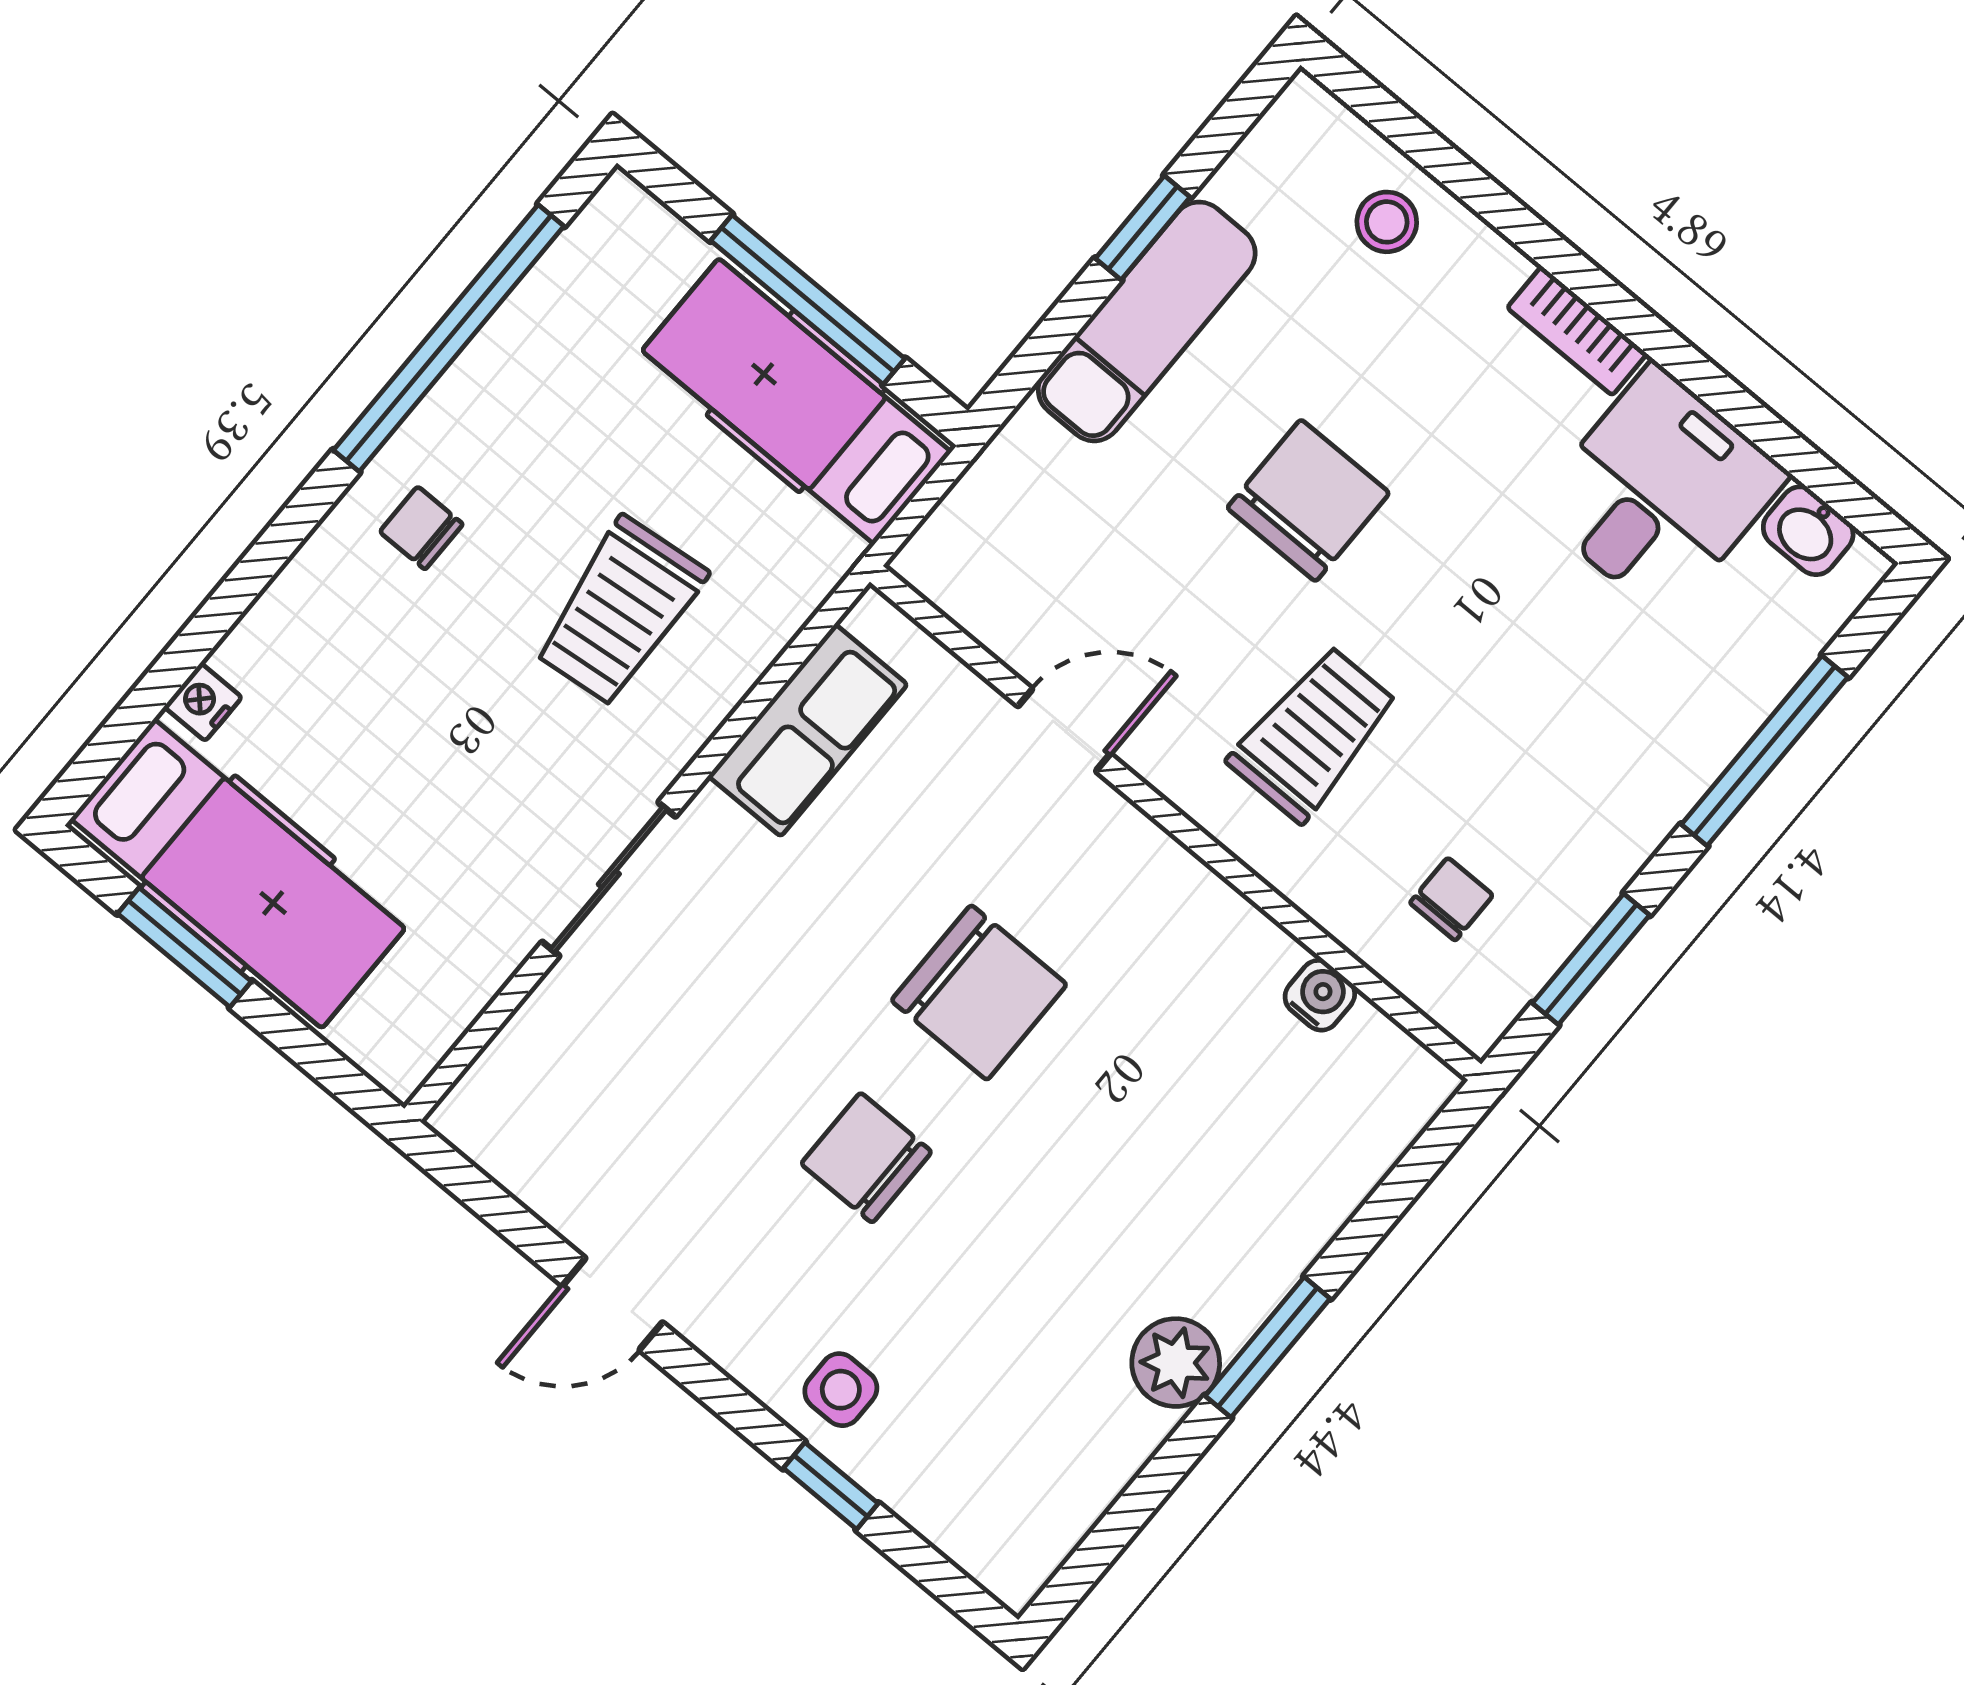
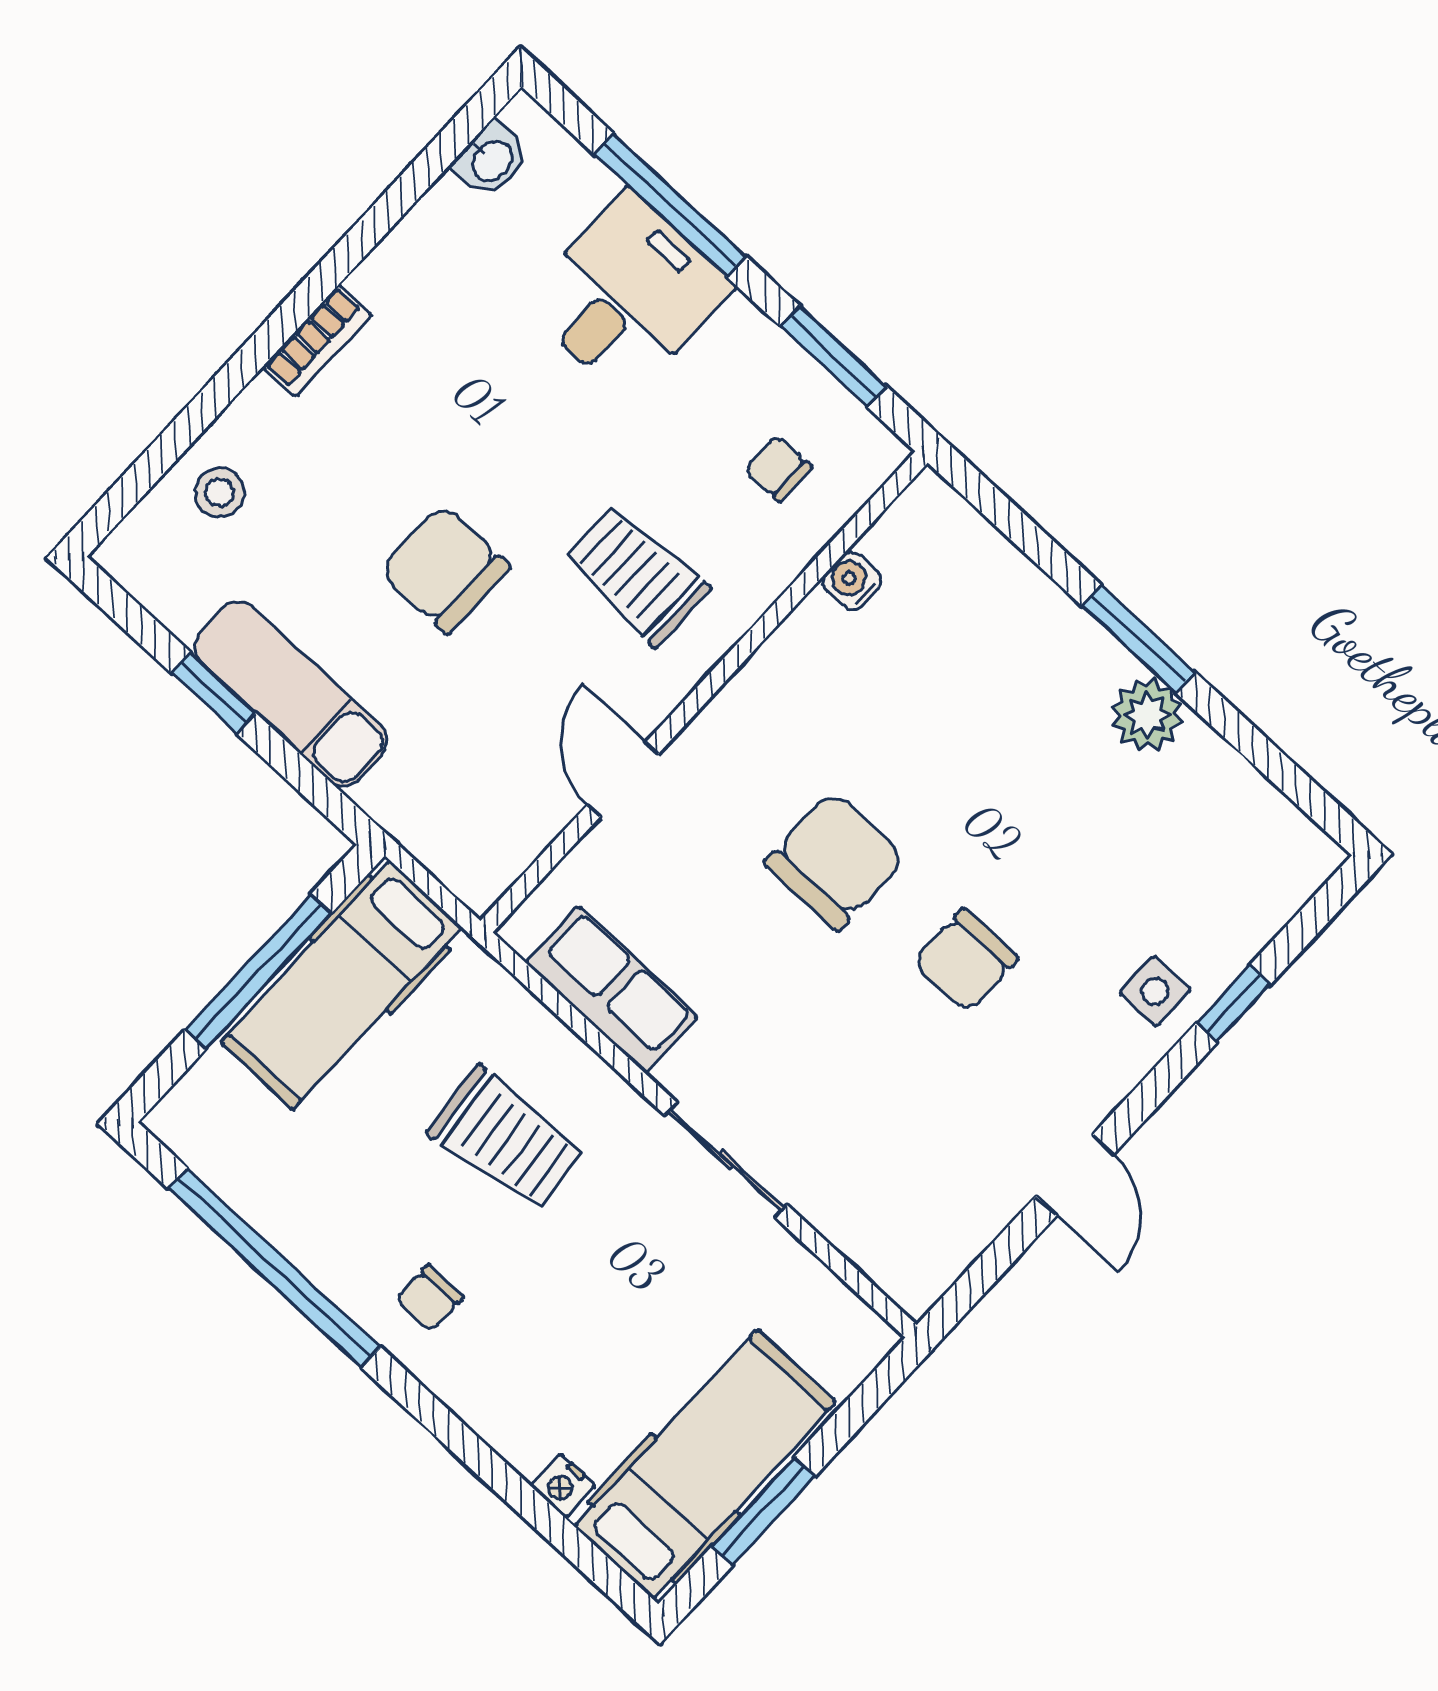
desk: (1660, 492) -> (628, 295), moved, turned 90

